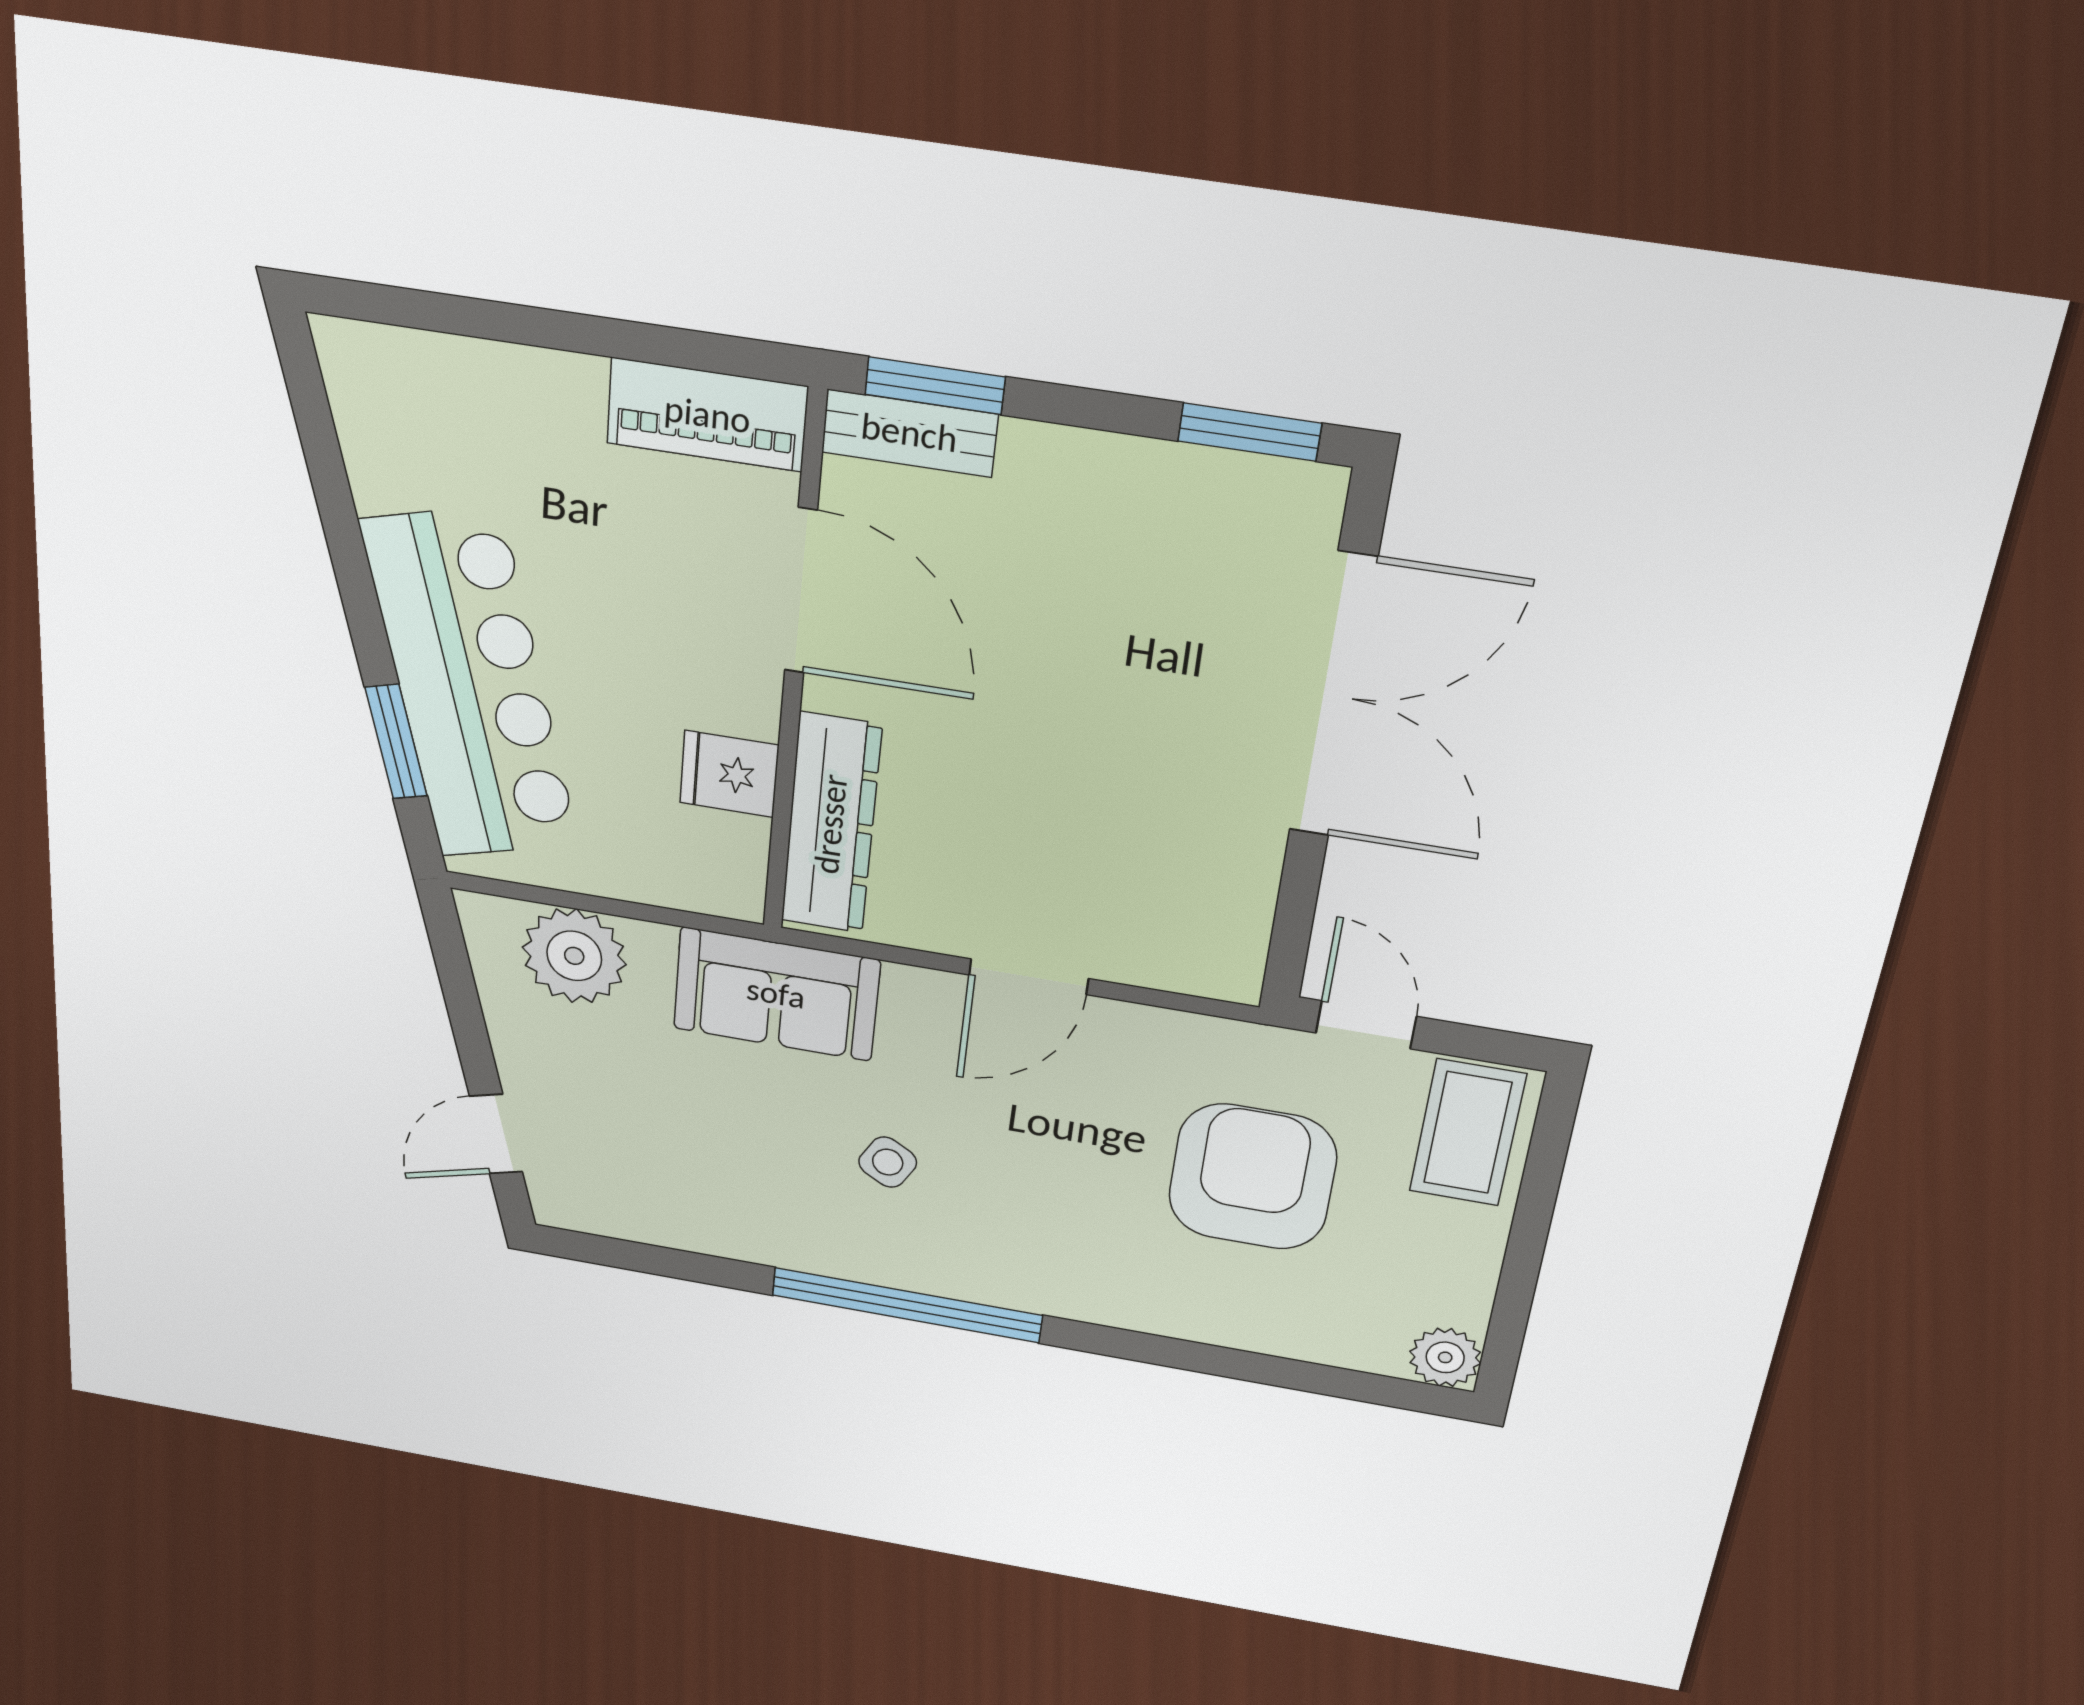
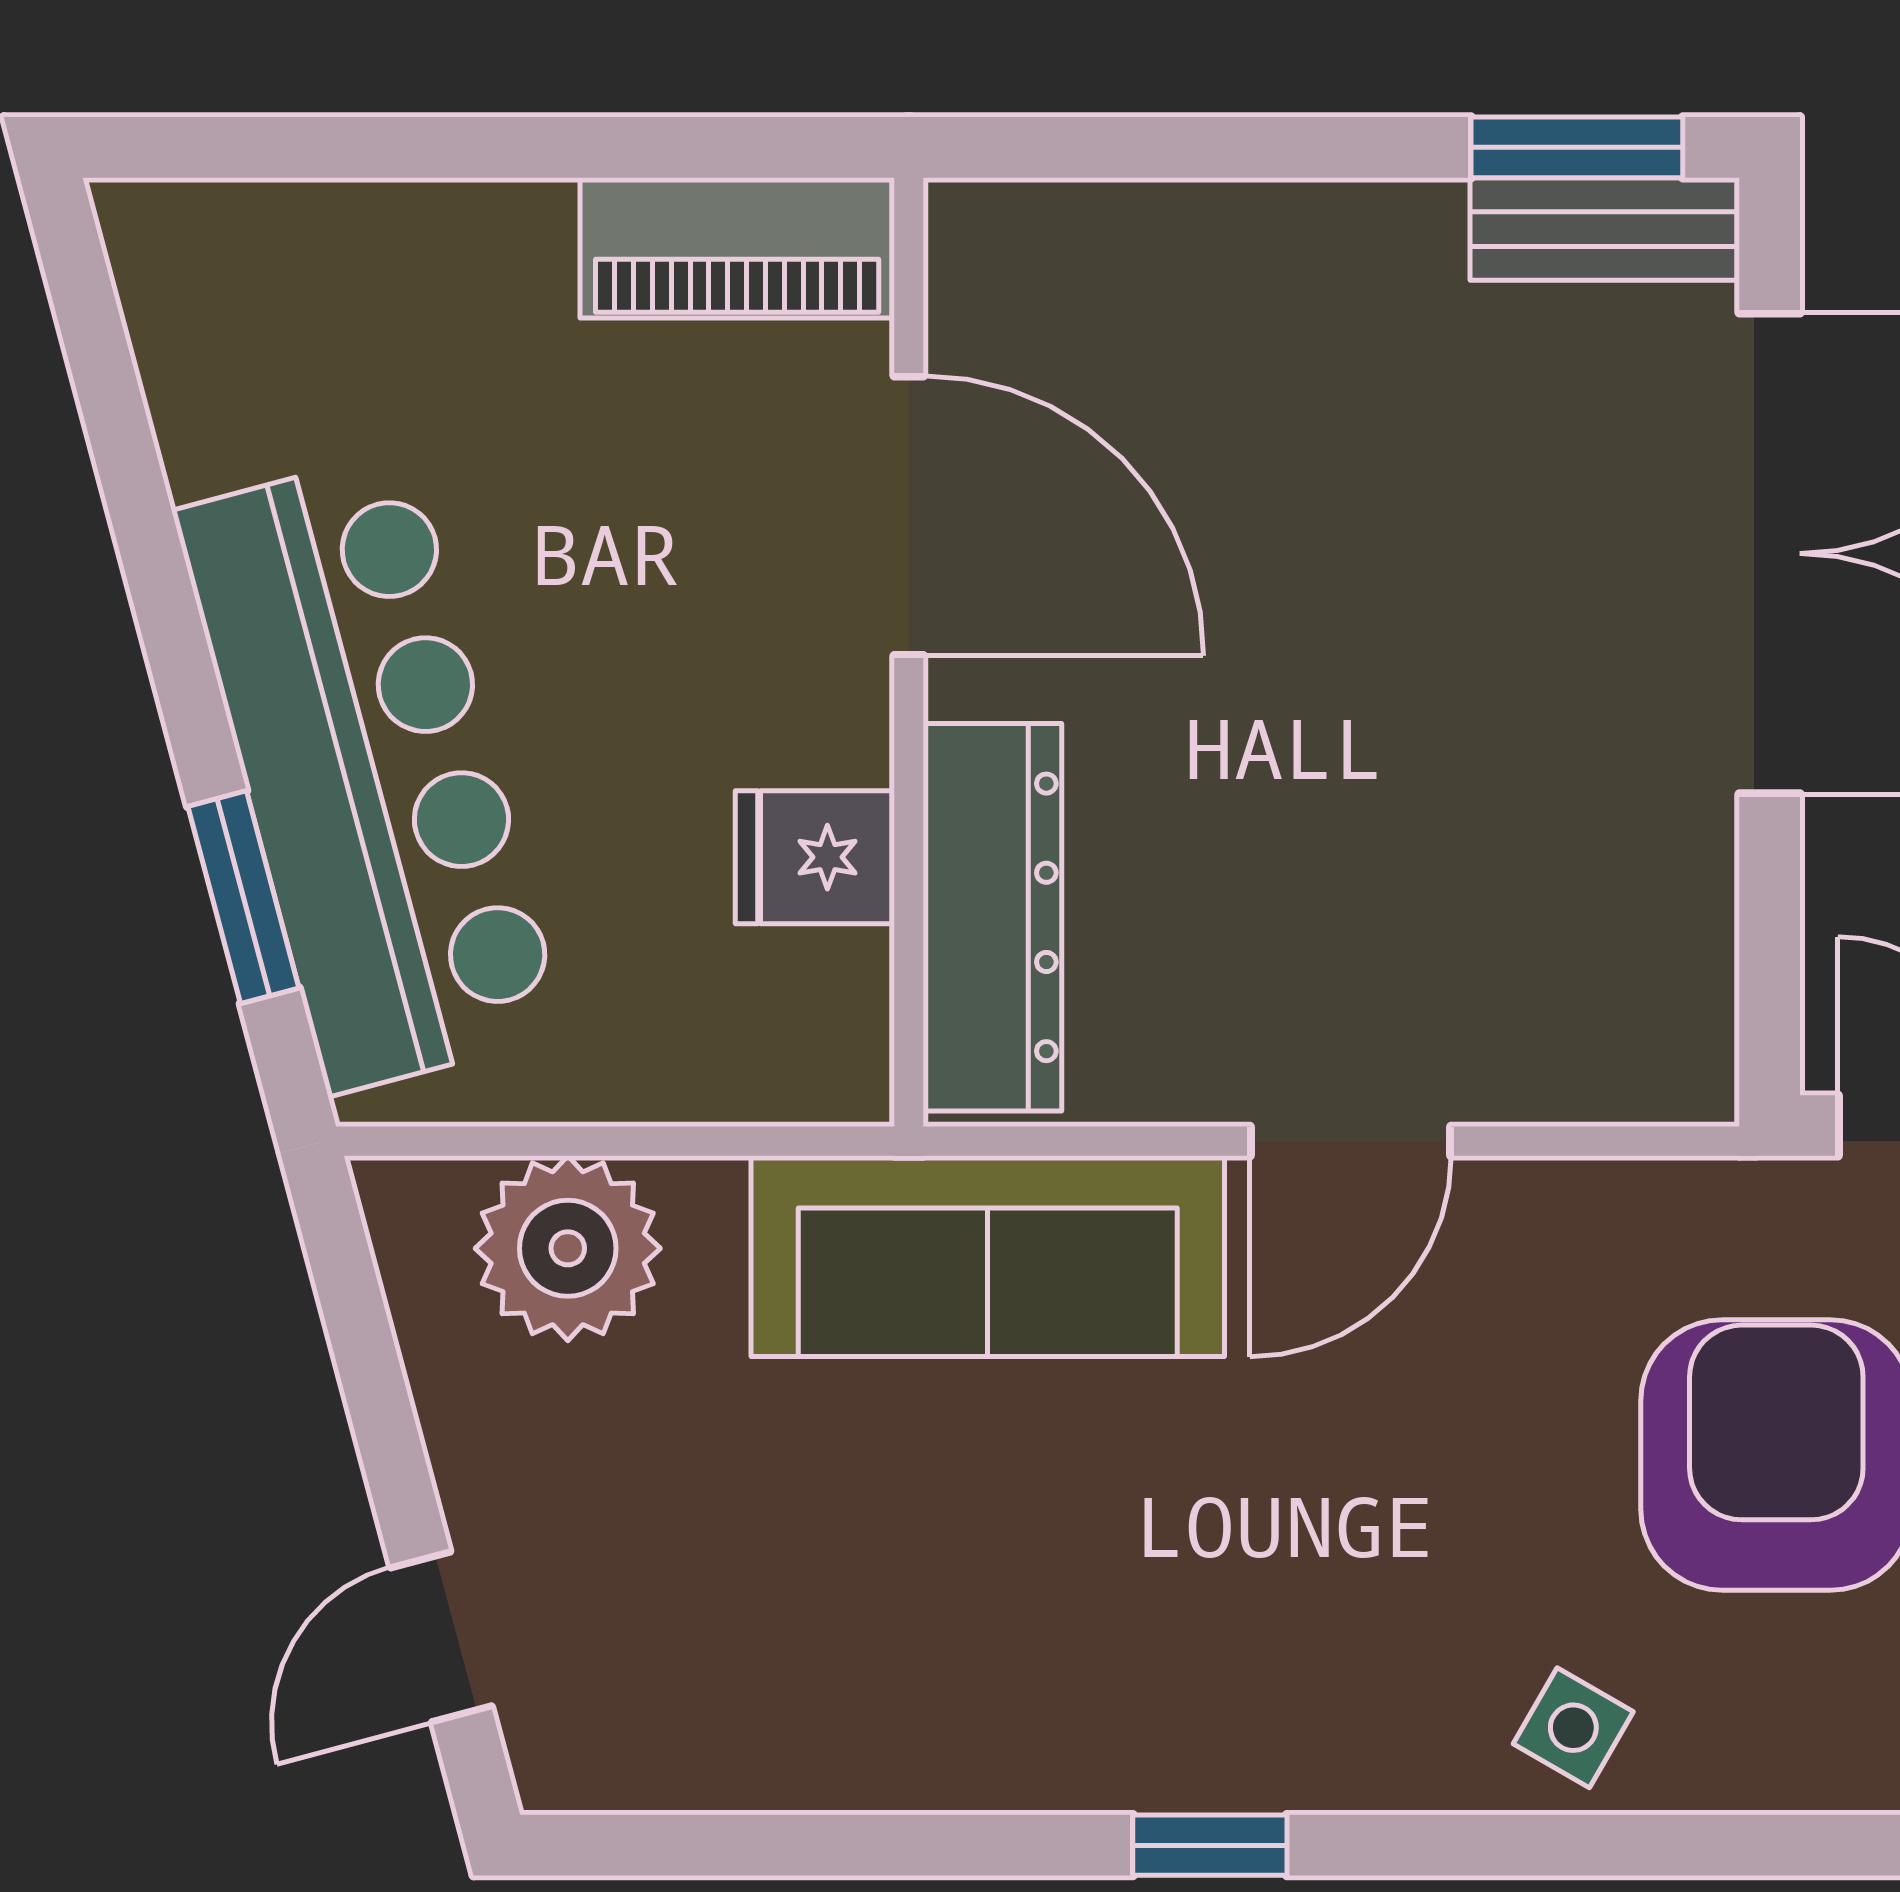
window: (935, 386) -> (1090, 147), removed
bench: (909, 433) -> (1605, 229), moved
sofa: (776, 994) -> (988, 1256), width x1.36
side table: (888, 1162) -> (1573, 1728), moved
window: (907, 1305) -> (1210, 1845), width x0.32

